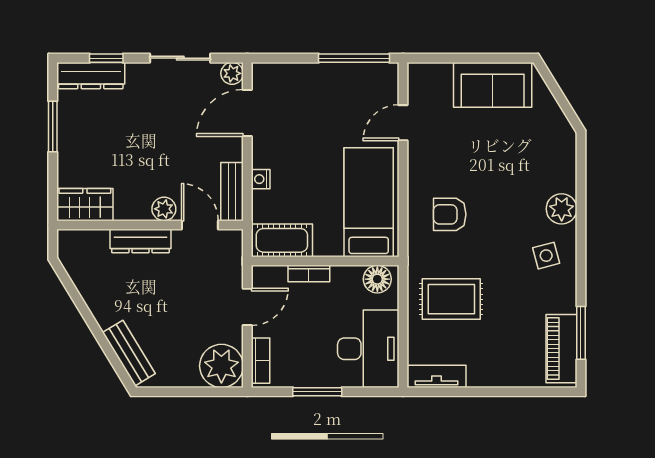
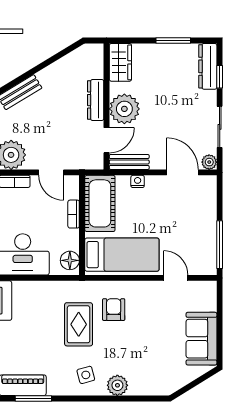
plant: (164, 209) -> (124, 109), width x1.87, depth x1.87
cot: (282, 240) -> (100, 203), width x1.37, depth x1.34
rug: (451, 299) -> (79, 324), moved

